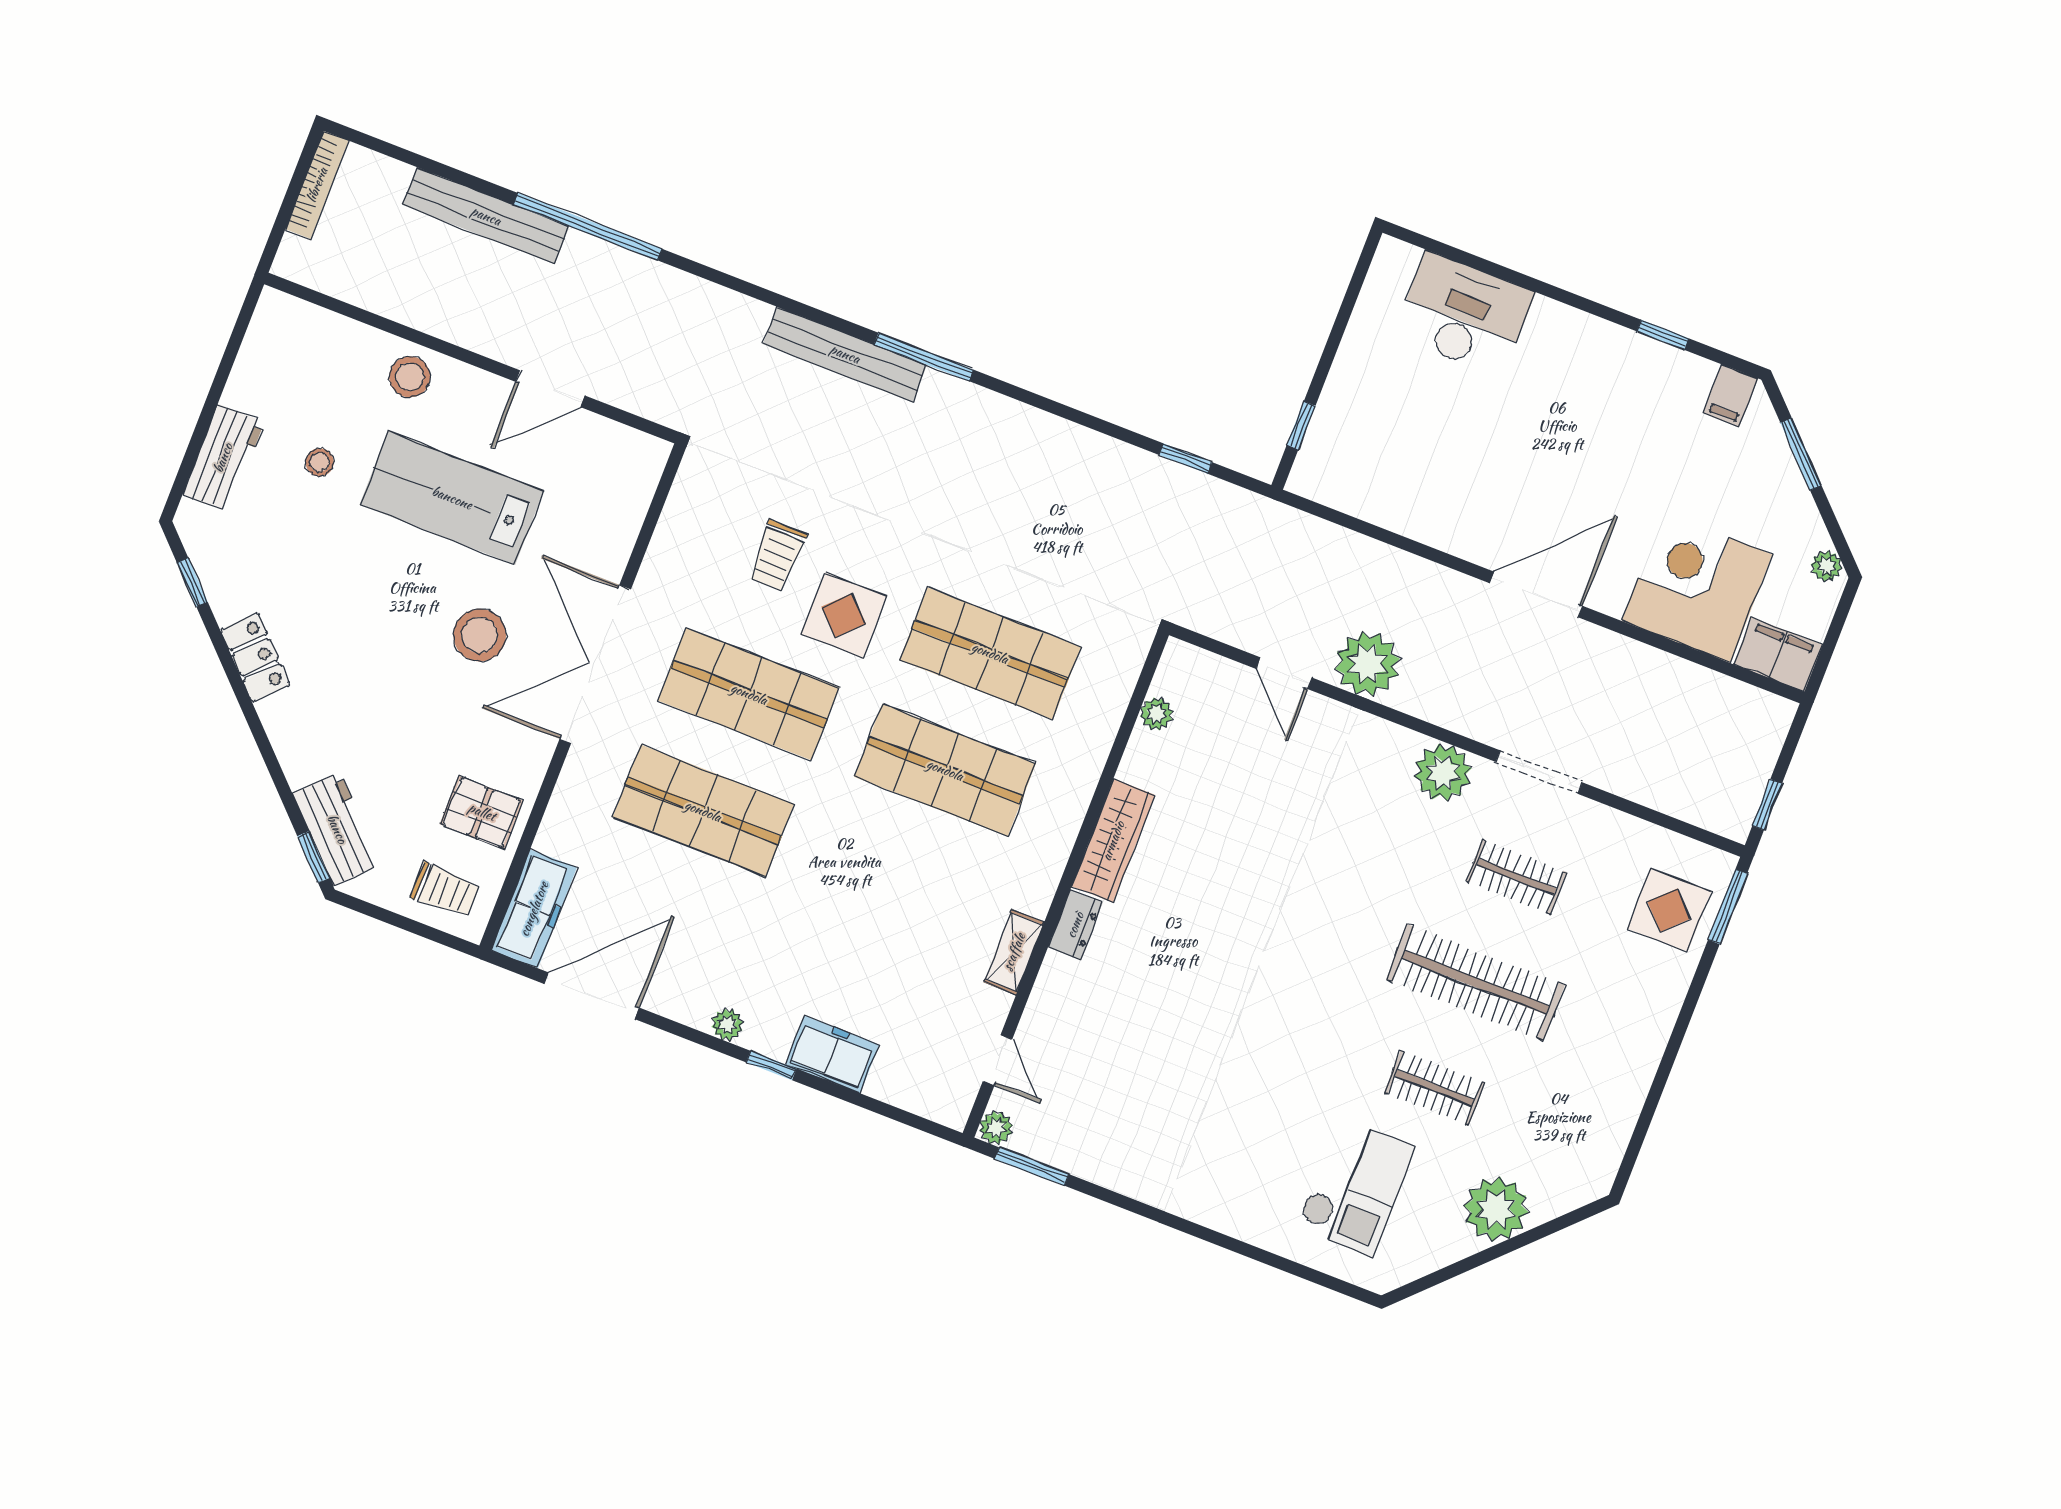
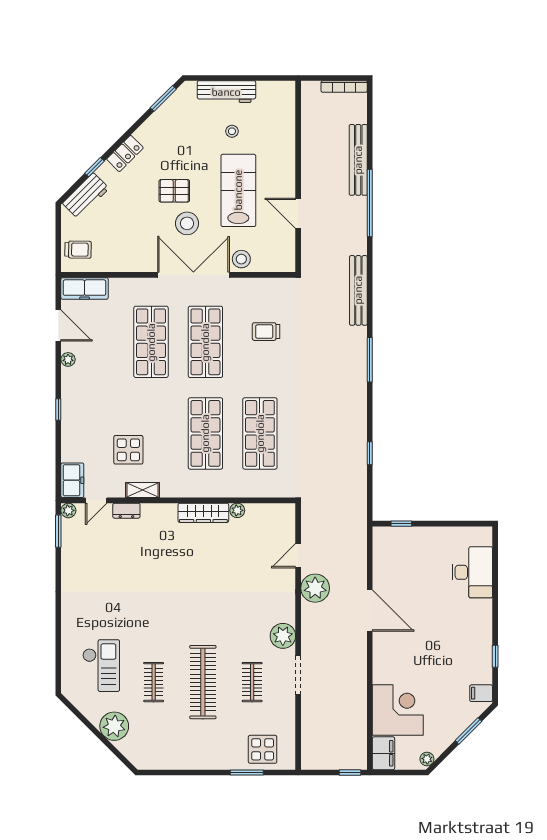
bench: (845, 354) -> (358, 290), moved
stool: (410, 377) -> (241, 259), moved
workbench: (223, 458) -> (226, 92), width x1.38
window: (1185, 458) -> (370, 453), moved
window: (192, 582) -> (163, 98), width x1.50
door: (1536, 595) -> (370, 611), moved
display table: (844, 615) -> (128, 450), moved
locker: (255, 657) -> (125, 153), moved
plant: (1156, 714) -> (237, 510), moved
window: (1767, 805) -> (350, 772), moved
pallet: (482, 812) -> (174, 191), moved, turned 90
window: (313, 857) -> (95, 167), moved
trolley: (445, 890) -> (78, 250), turned -89
window: (1728, 907) -> (247, 772), moved
dresser: (1075, 925) -> (126, 511), moved
door: (592, 996) -> (58, 326), width x0.73
plant: (727, 1024) -> (68, 359), moved
freezer: (832, 1054) -> (72, 480), moved
checkout: (1356, 1187) -> (101, 666), turned -90

